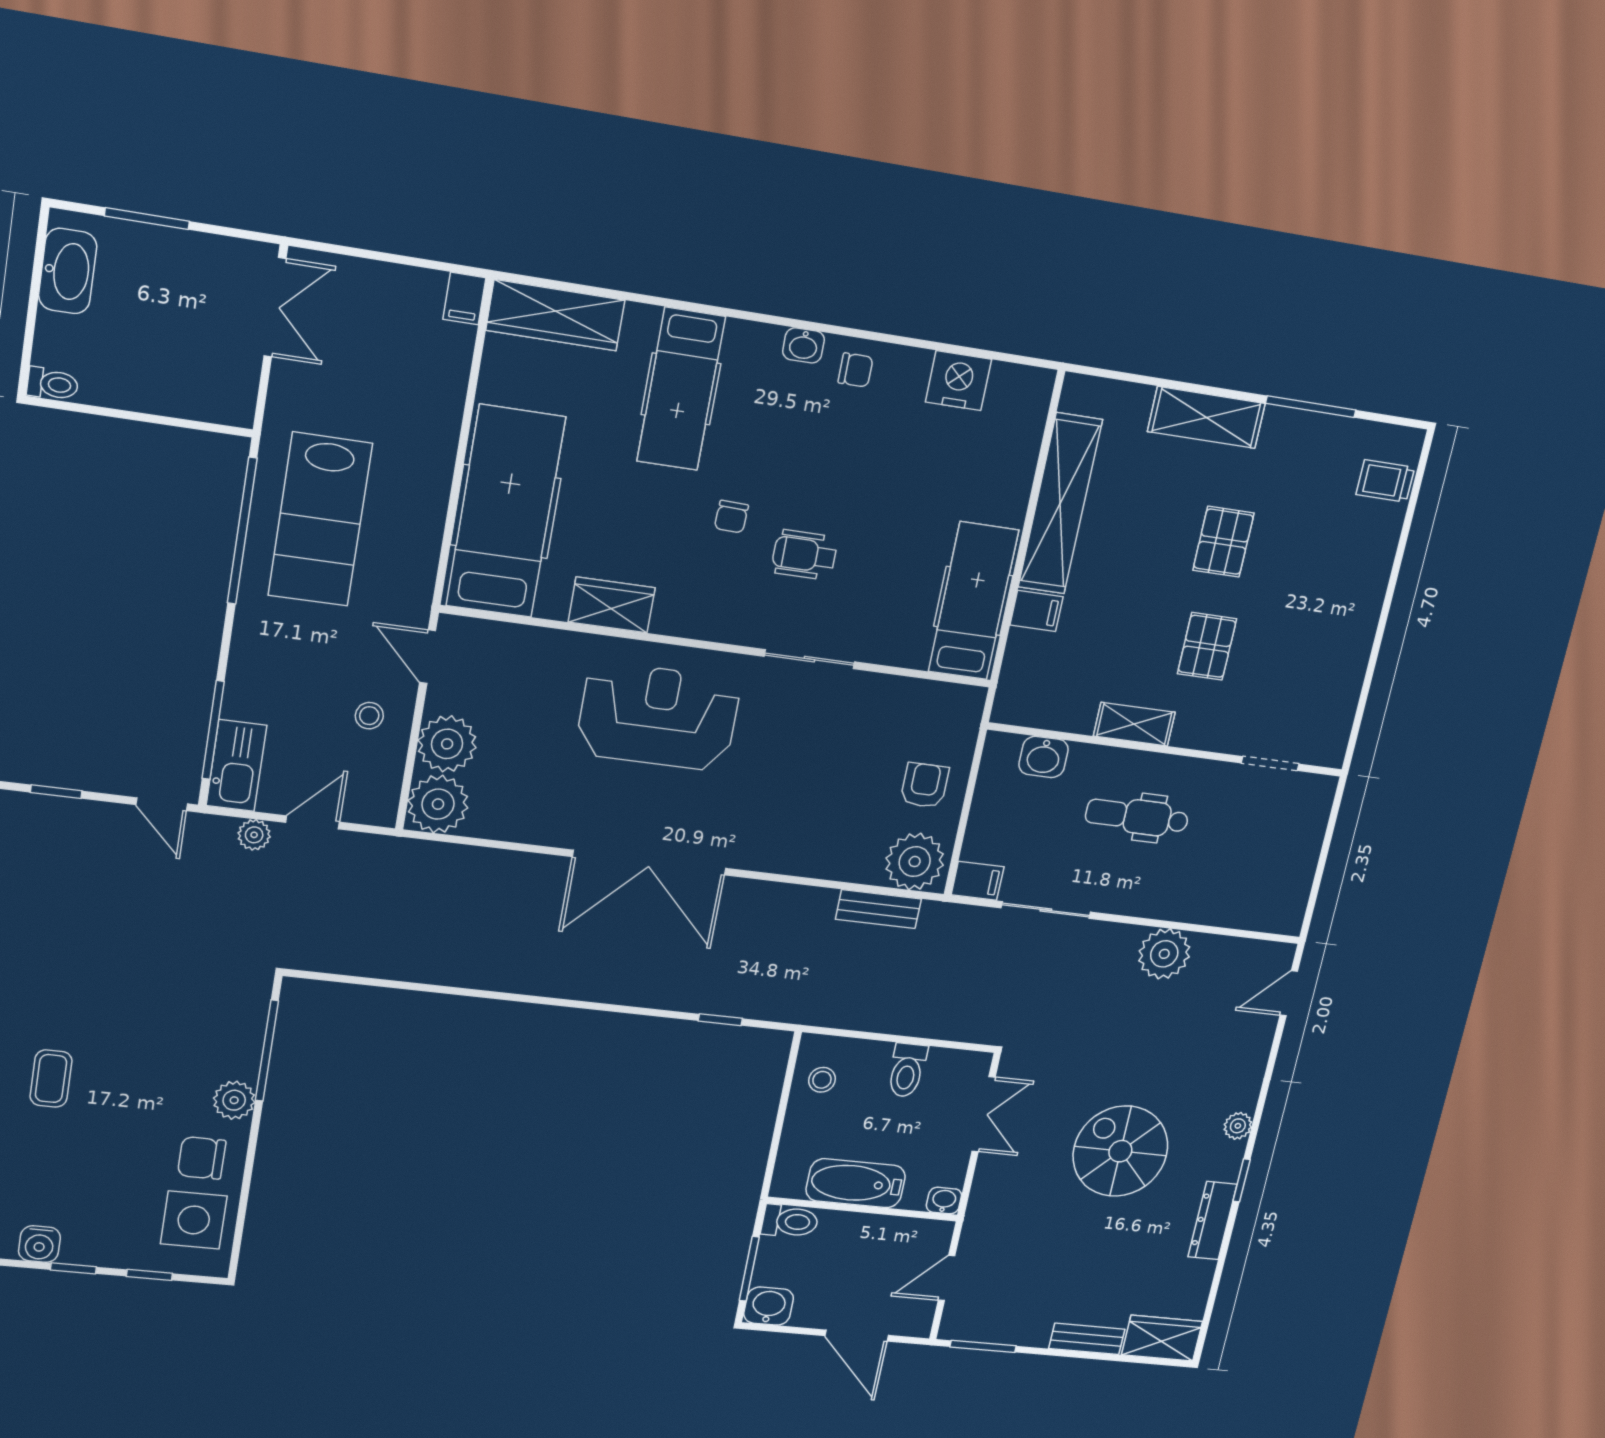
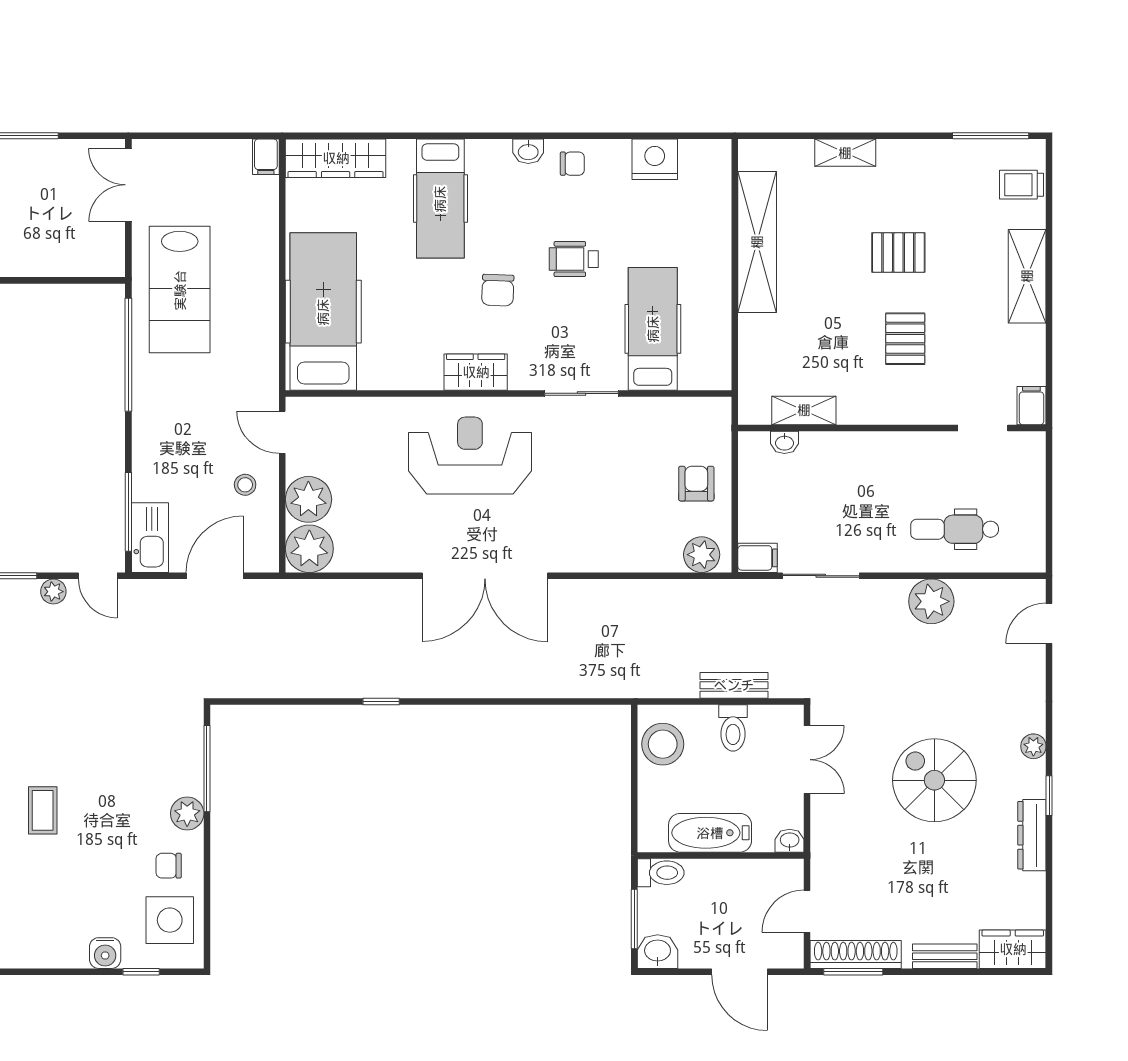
double door: (275, 307) -> (128, 185), swing flipped
window: (1311, 407) -> (991, 136), moved
shelving: (1206, 417) -> (845, 153), width x0.67, depth x0.75
chair: (731, 517) -> (498, 290), width x1.37, depth x1.37
lab bench: (320, 520) -> (180, 290), moved
pallet: (1223, 542) -> (898, 253), turned 90
wheelchair: (804, 555) -> (574, 259), moved
shelving: (1364, 592) -> (1027, 276), added
hospital bed: (973, 601) -> (653, 329), moved
wardrobe: (612, 605) -> (476, 372), moved
filing cabinet: (1037, 611) -> (1031, 406), moved, turned -90
shelving: (1134, 724) -> (804, 410), moved
washbasin: (1044, 757) -> (784, 442), width x0.72, depth x0.69
dental chair: (1137, 817) -> (955, 529), moved
door: (313, 822) -> (215, 576), width x1.38
plant: (254, 835) -> (53, 592), moved
plant: (915, 862) -> (702, 555), width x0.73, depth x0.73
bench: (878, 909) -> (734, 685), moved
window: (720, 1020) -> (381, 701), moved
stool: (822, 1080) -> (663, 744), width x1.89, depth x1.89
chair: (202, 1158) -> (169, 866), width x0.73, depth x0.73
water cooler: (39, 1244) -> (105, 953), moved
window: (73, 1268) -> (80, 972), removed
shoe rack: (990, 1329) -> (856, 954), added

